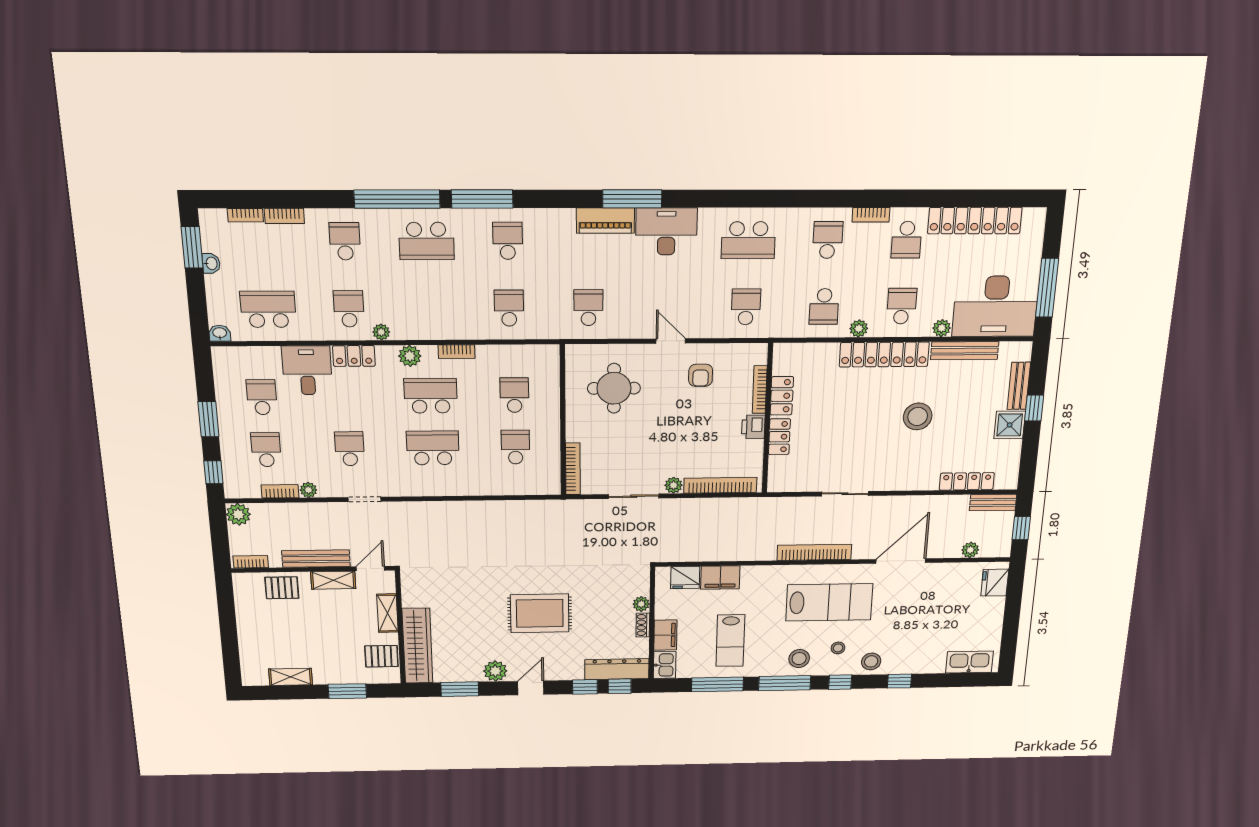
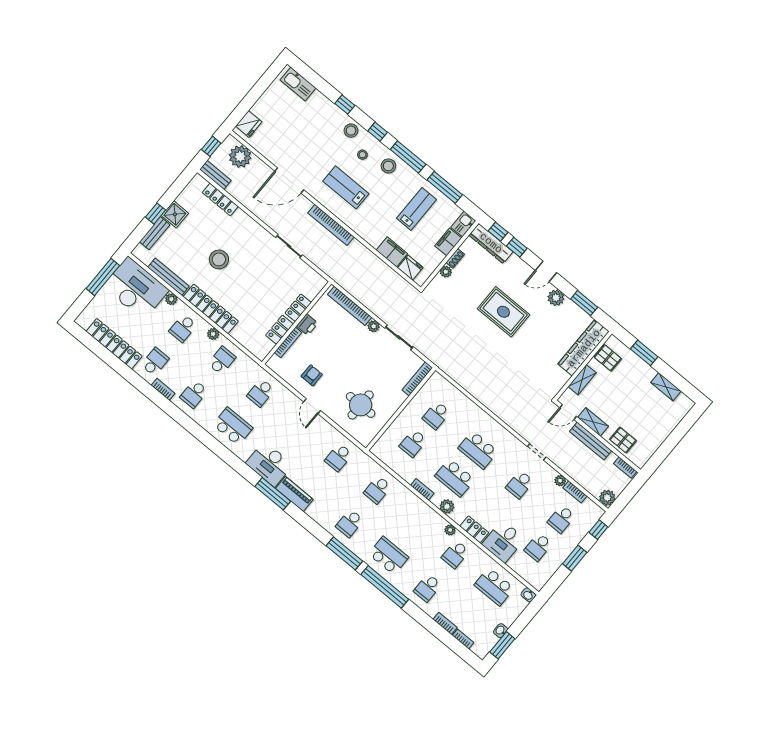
plant: (970, 550) -> (240, 157), width x1.88, depth x1.88
lab bench: (829, 602) -> (346, 187), width x0.73, depth x0.72

